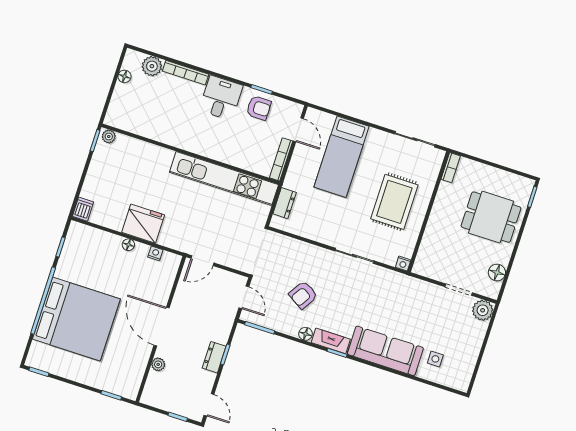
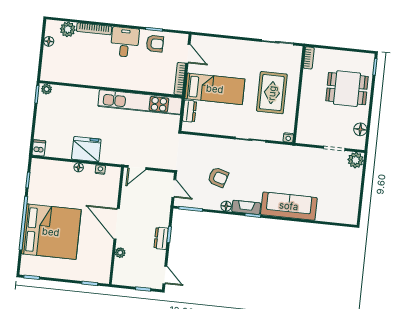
bed: (341, 157) -> (215, 89), moved, turned -90
armchair: (303, 295) -> (218, 177), turned -105
side table: (435, 359) -> (328, 204), removed

